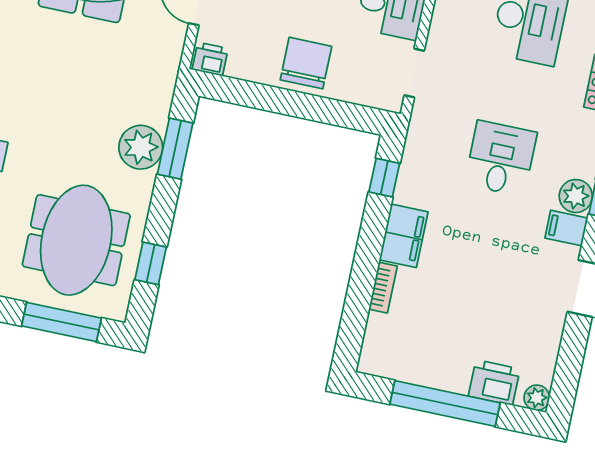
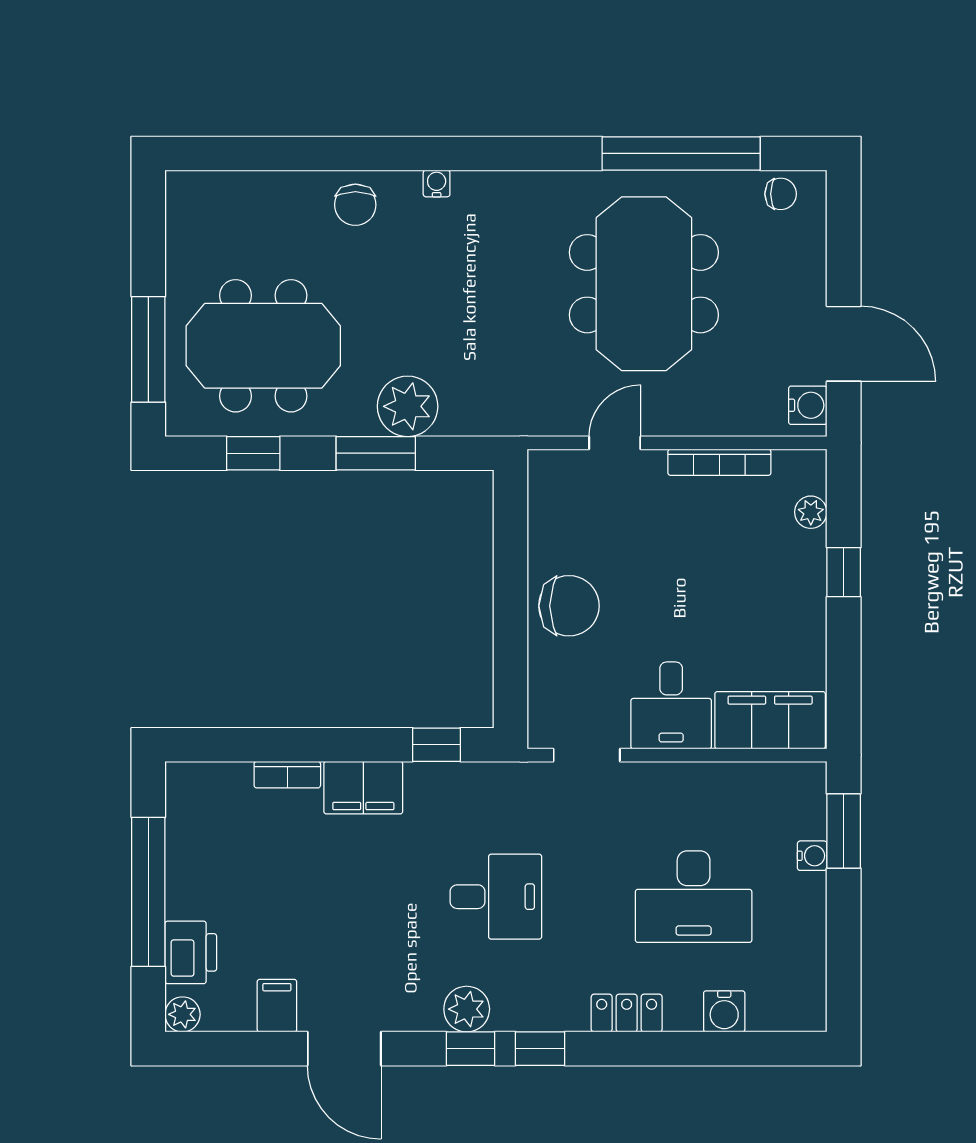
printer: (210, 59) -> (547, 475), removed
window: (175, 149) -> (376, 453), moved
filing cabinet: (566, 228) -> (277, 1006), moved

